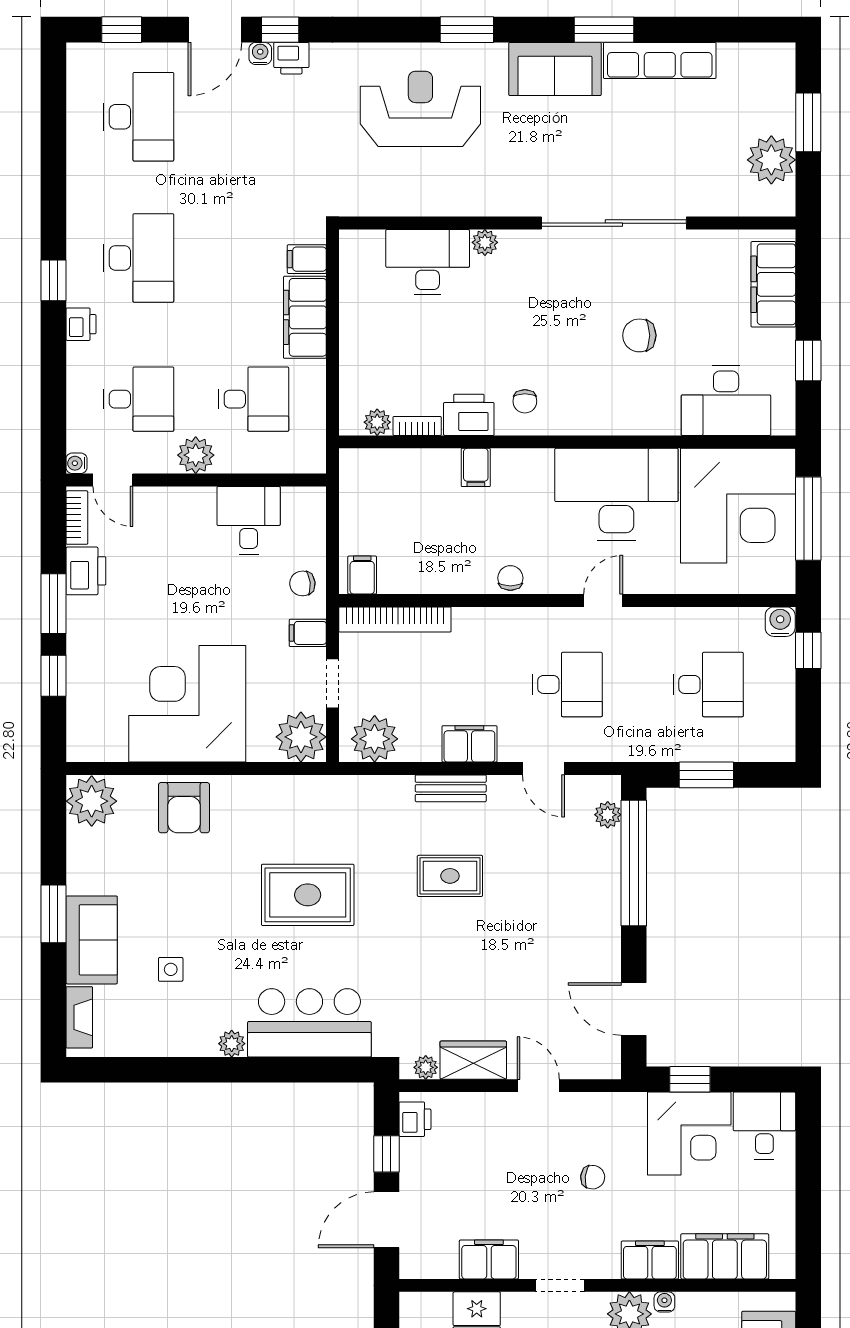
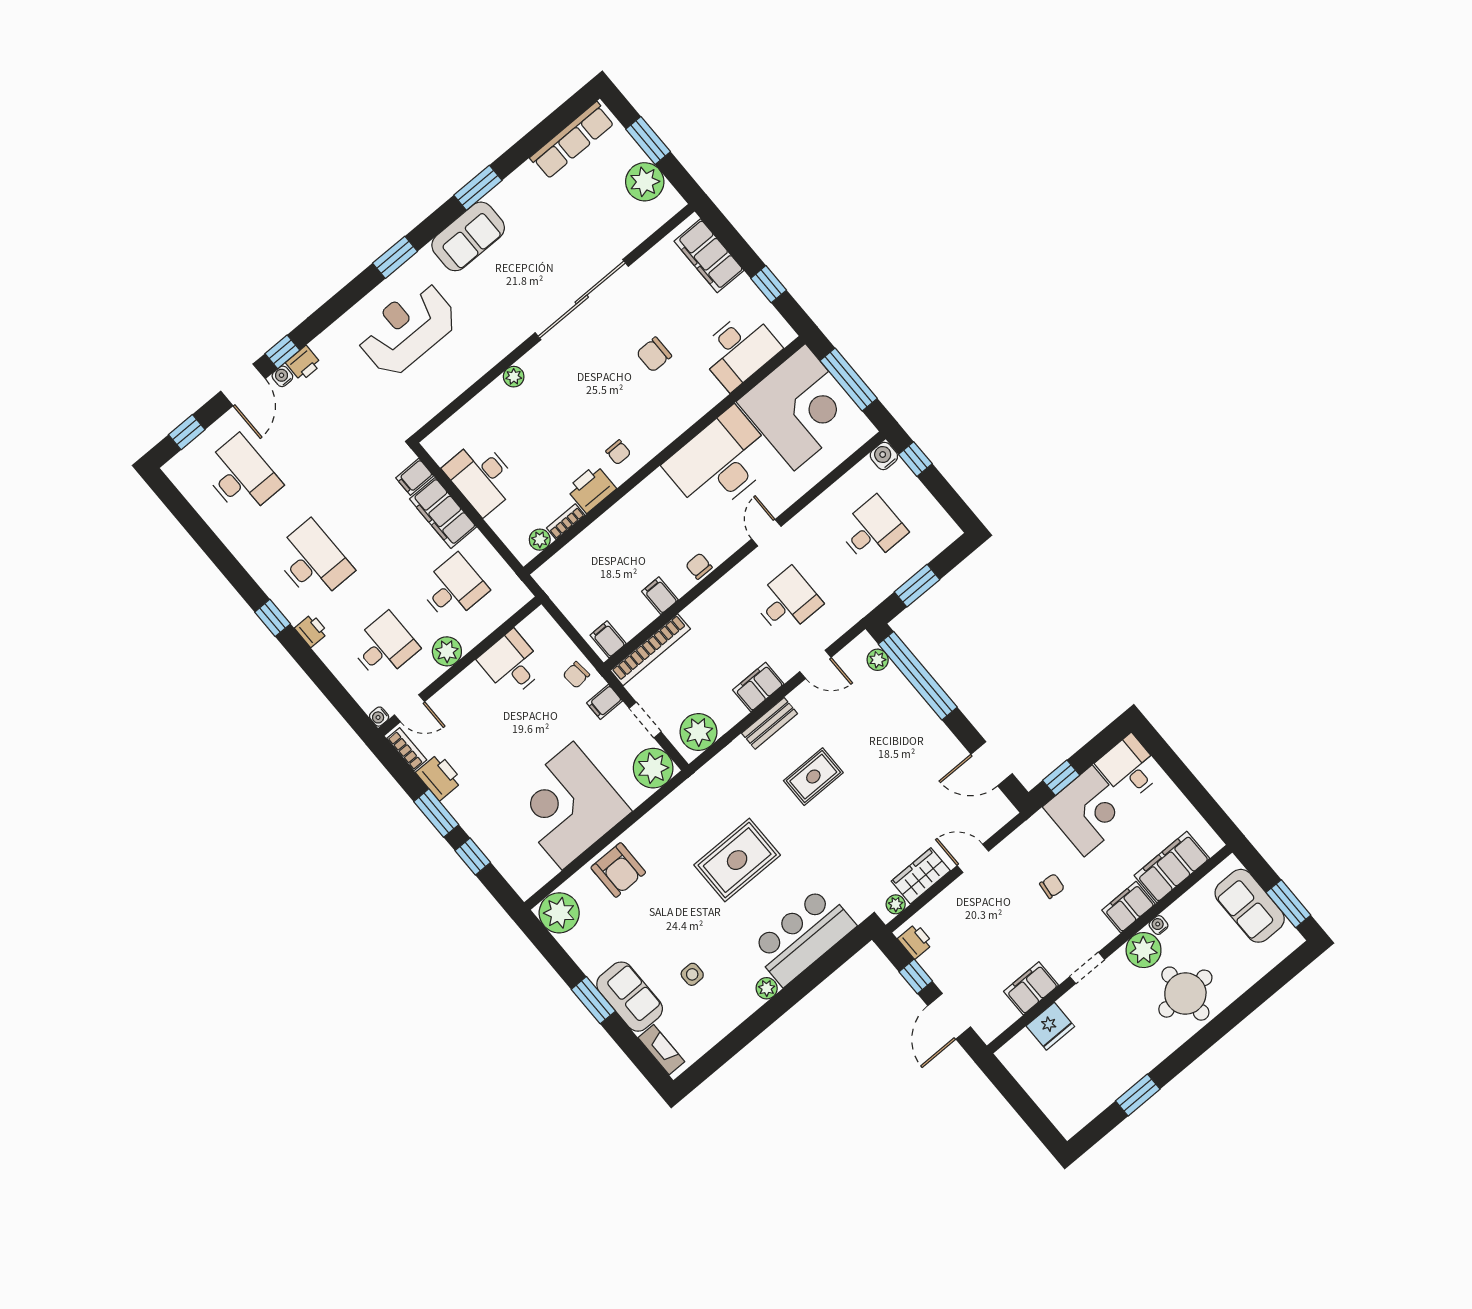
row of seats: (660, 60) -> (572, 140), moved
desk: (428, 262) -> (481, 477), moved, turned -90
filing cabinet: (476, 467) -> (660, 596), moved, turned 180

